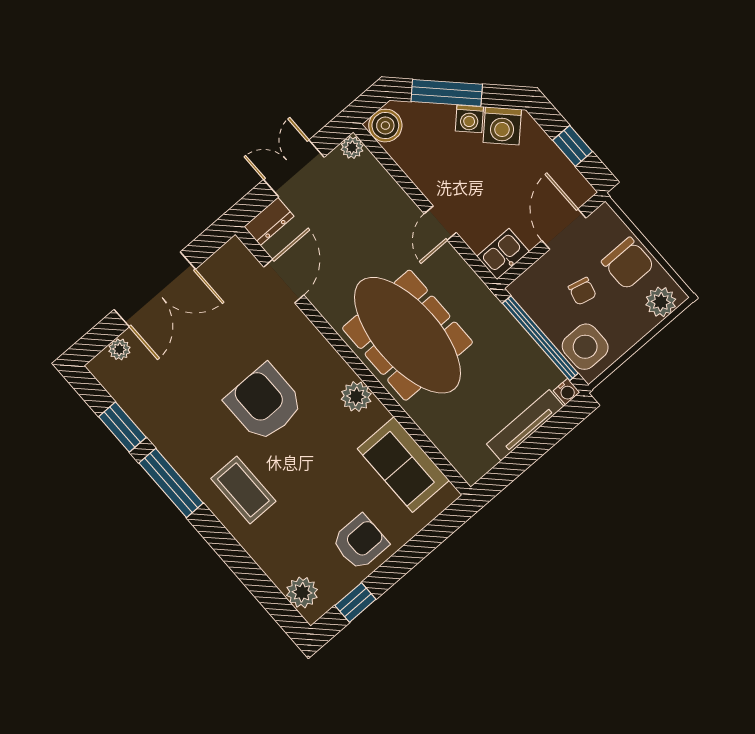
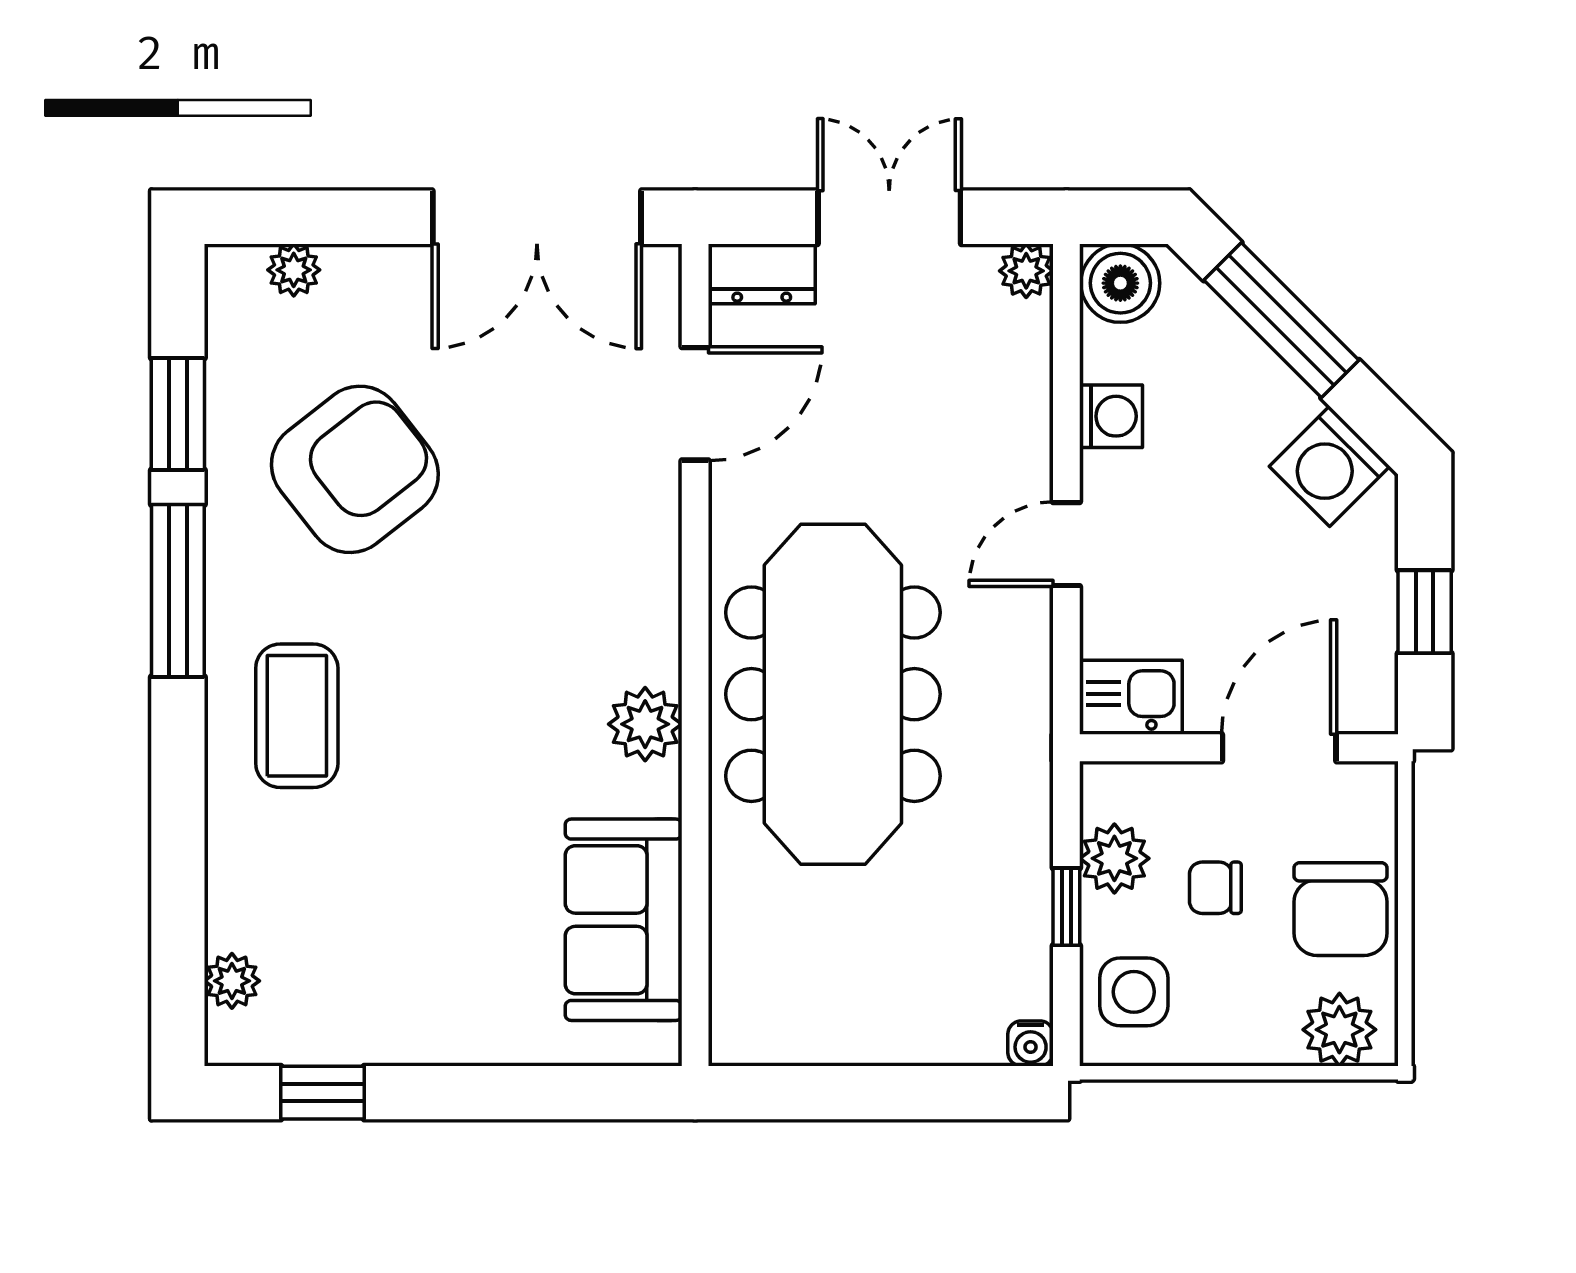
washing machine: (469, 119) -> (1111, 416), moved, turned -135
double door: (155, 289) -> (537, 217), moved
chair: (582, 291) -> (1215, 888), turned 76
plant: (542, 310) -> (1114, 858), added
window: (540, 338) -> (1066, 907), width x0.32
side table: (585, 347) -> (1134, 992), width x0.73, depth x0.73
armchair: (264, 403) -> (355, 469), moved, turned 52
tv unit: (525, 425) -> (904, 1039), removed
armchair: (360, 542) -> (425, 992), removed
plant: (302, 592) -> (232, 981), width x0.73, depth x0.73

